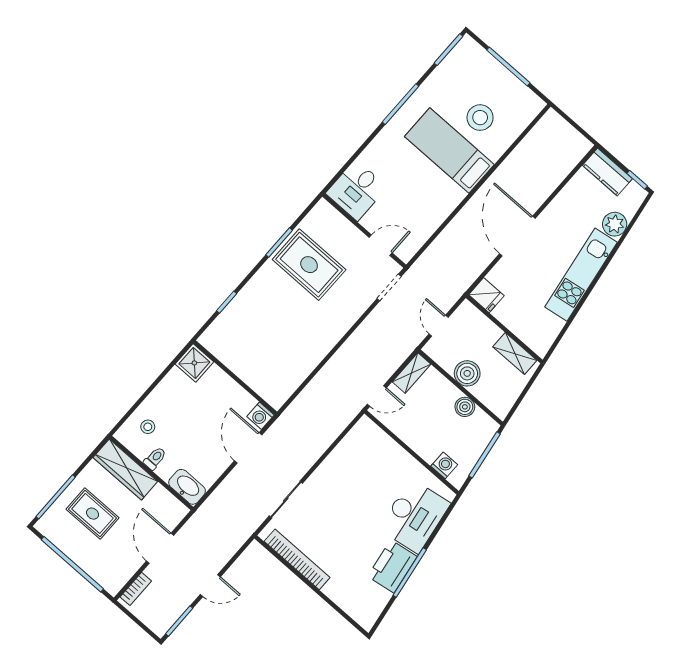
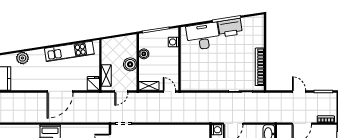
kitchen unit: (581, 275) -> (69, 51), moved
shelving: (515, 354) -> (106, 76), moved

